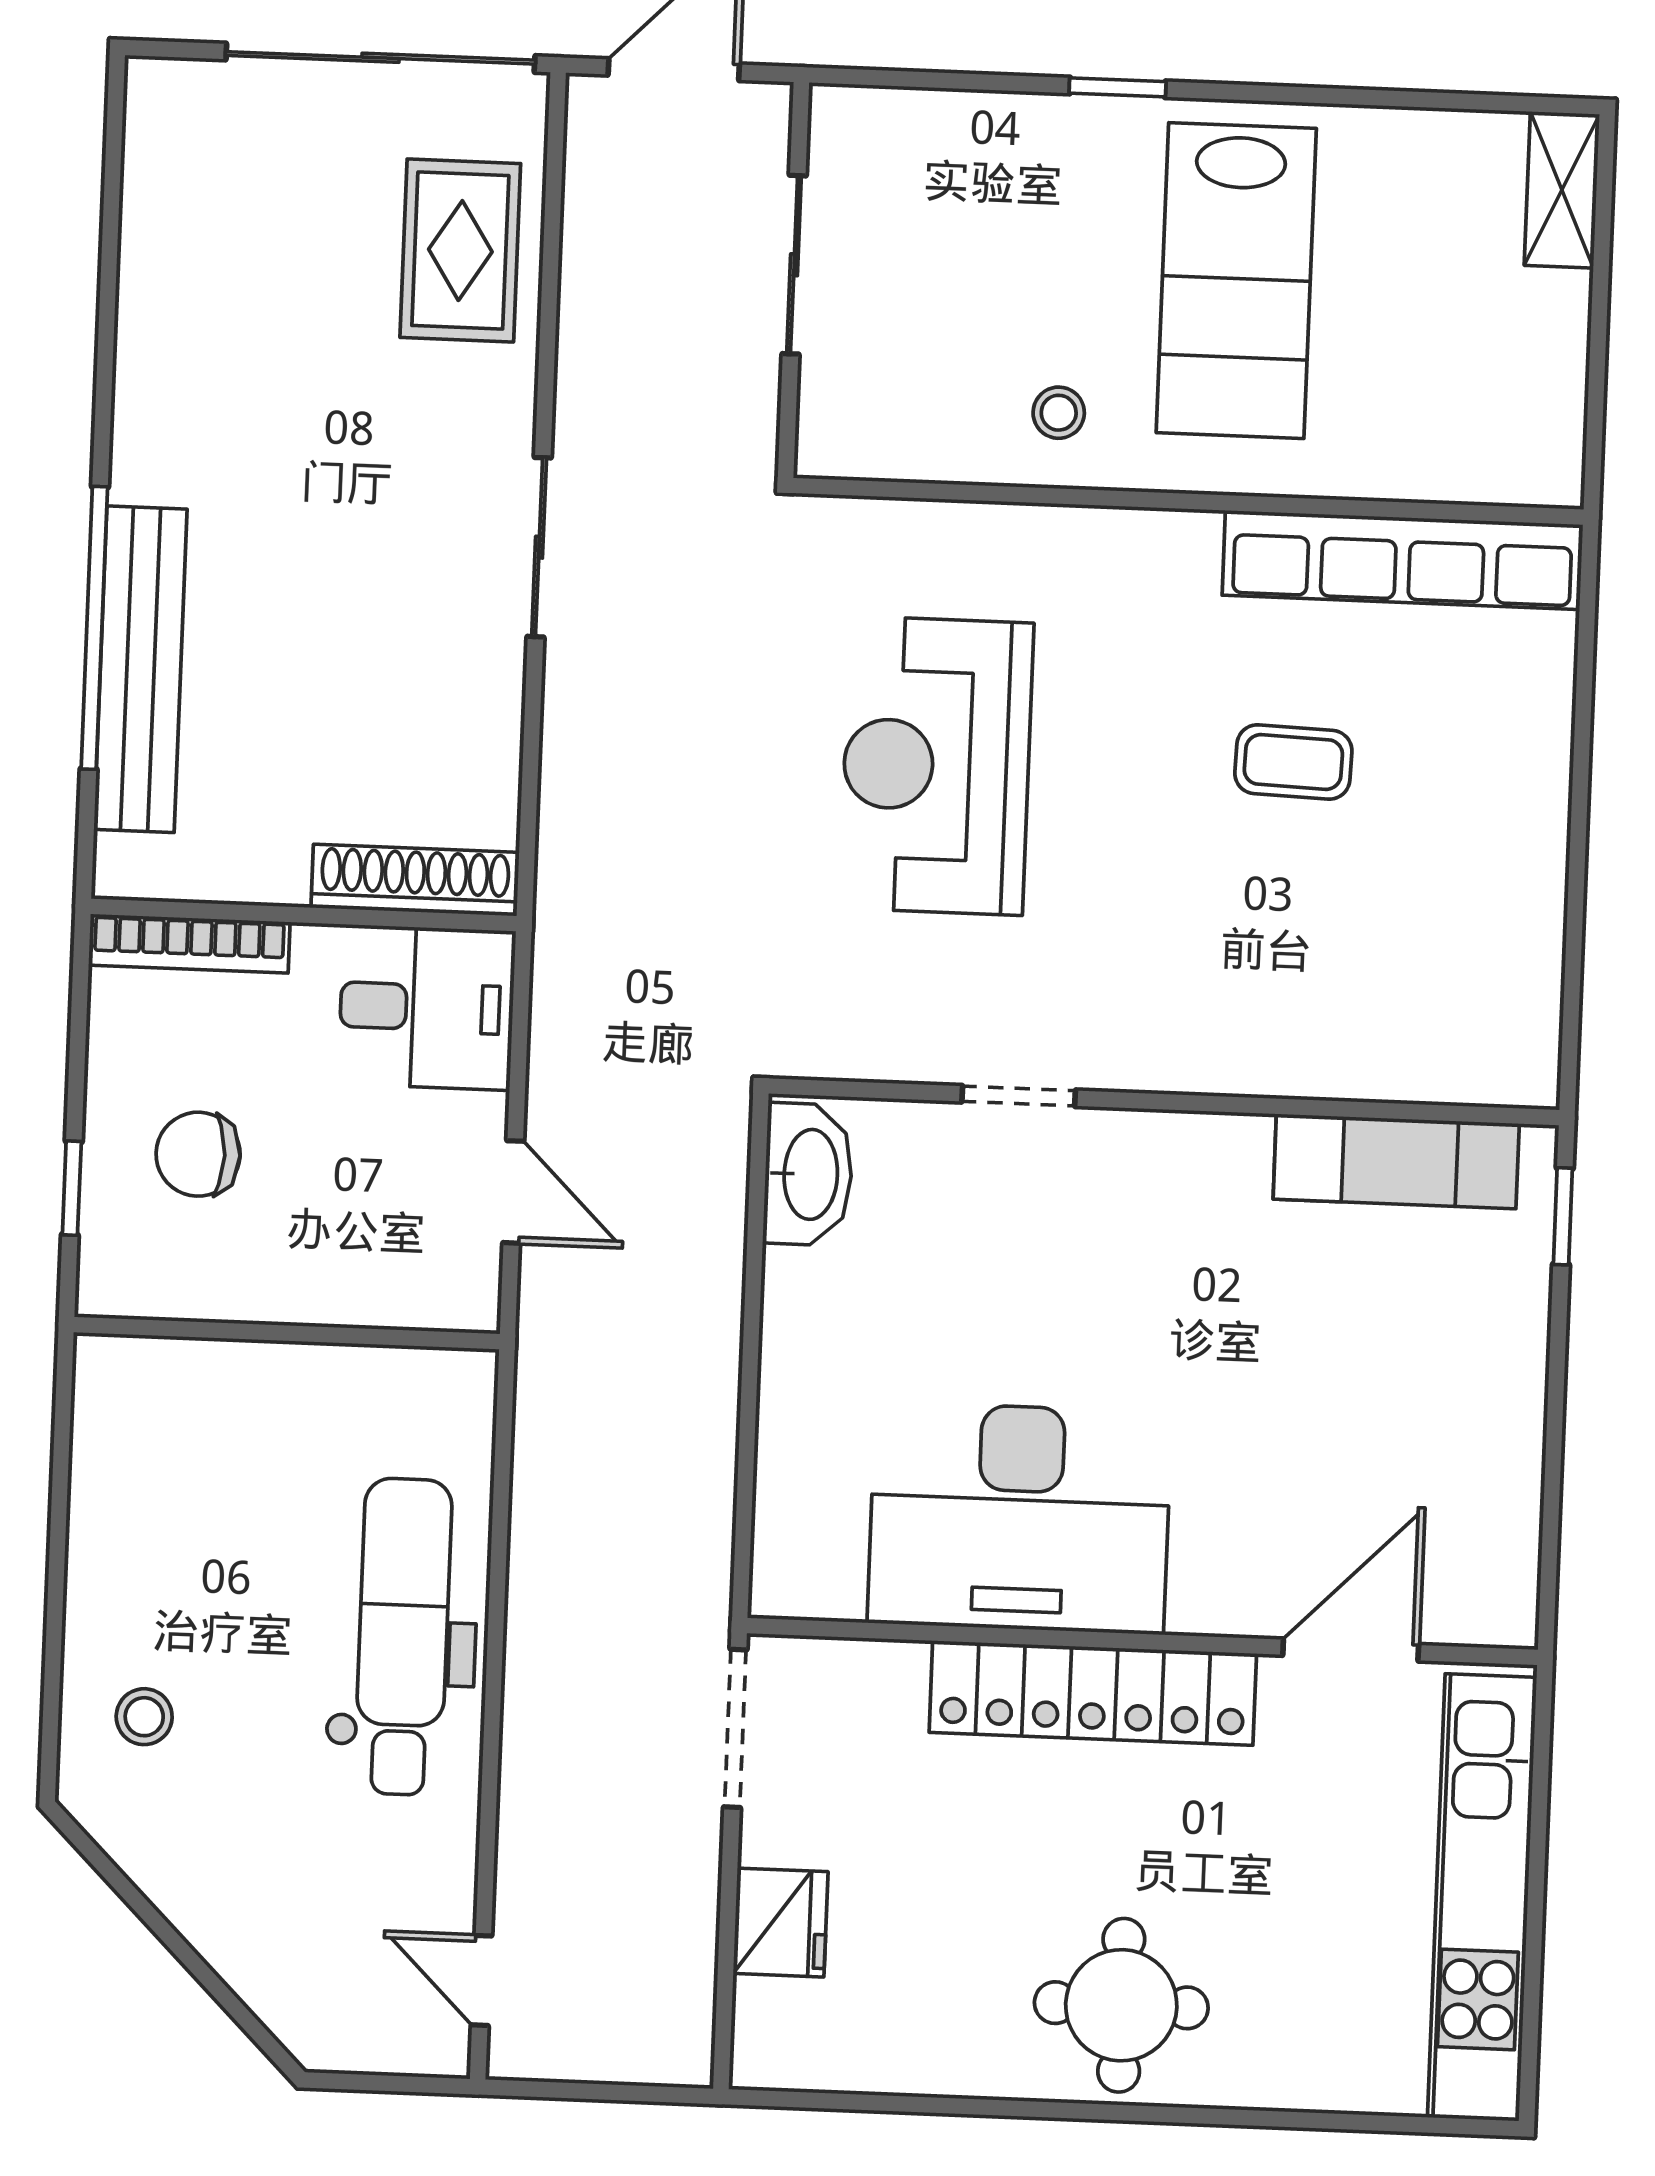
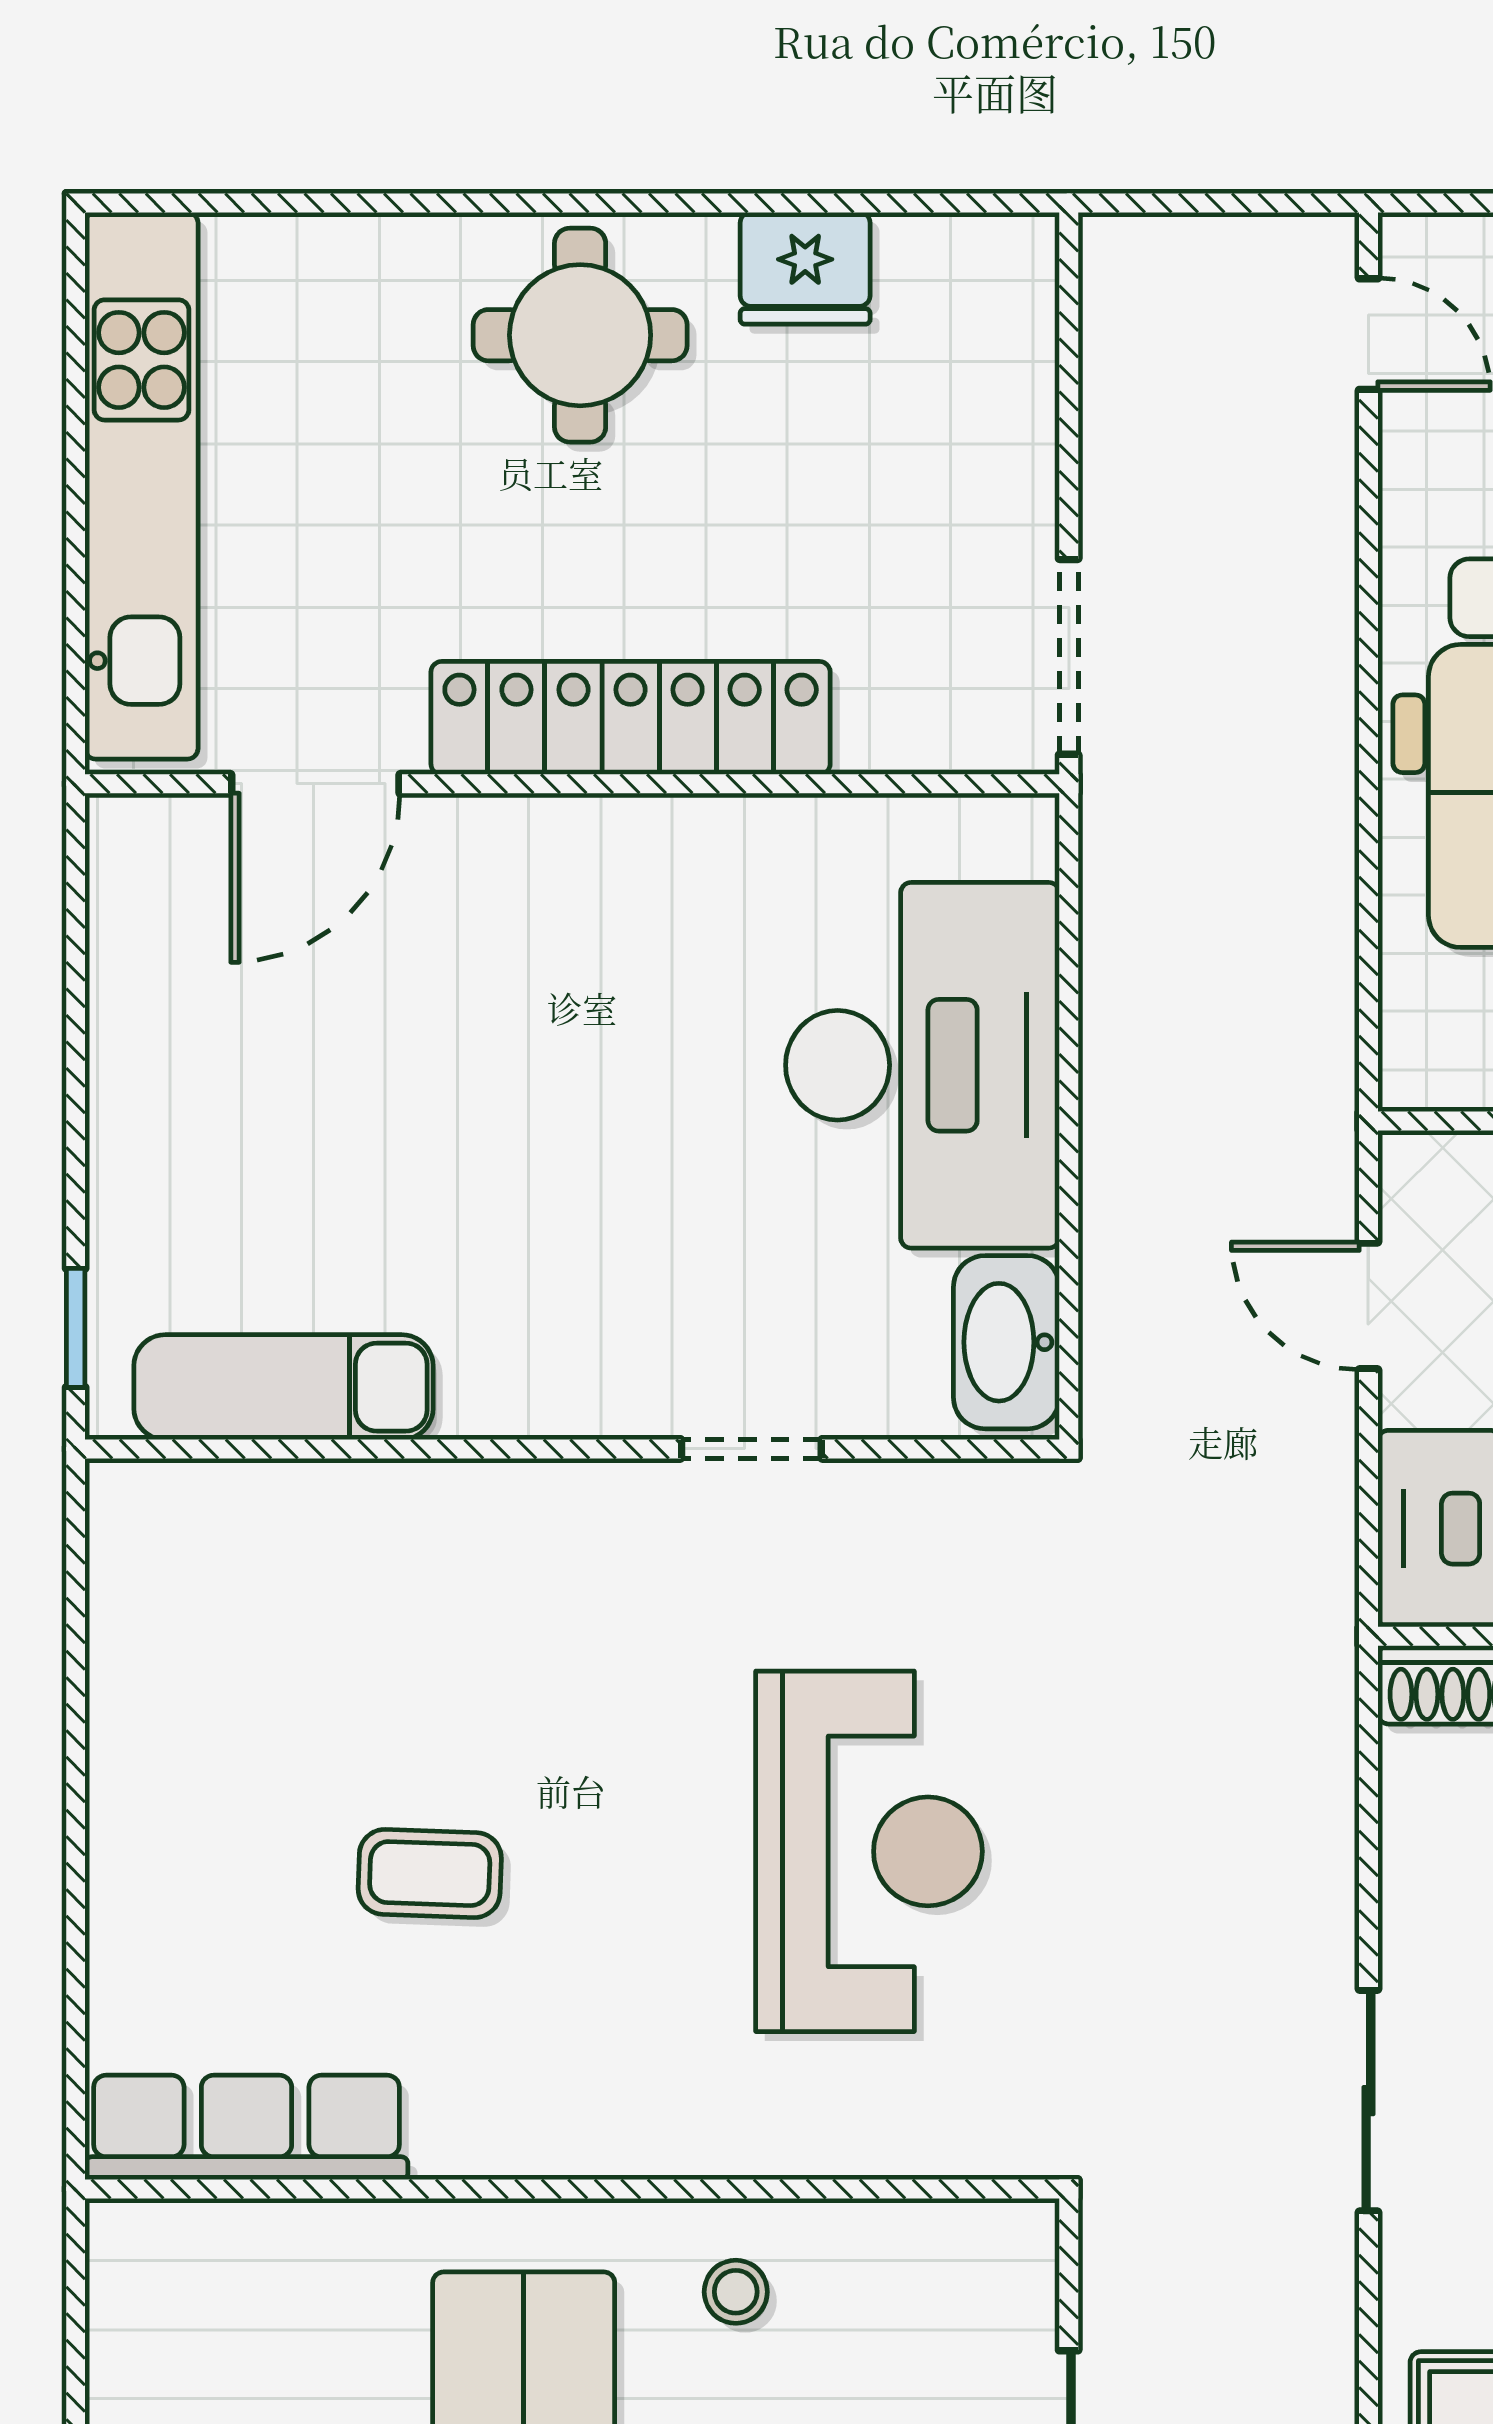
row of seats: (1403, 560) -> (246, 2127), width x0.73
desk: (1020, 1518) -> (922, 1065), moved, turned 90
fridge: (781, 1923) -> (805, 268), moved, turned -90

